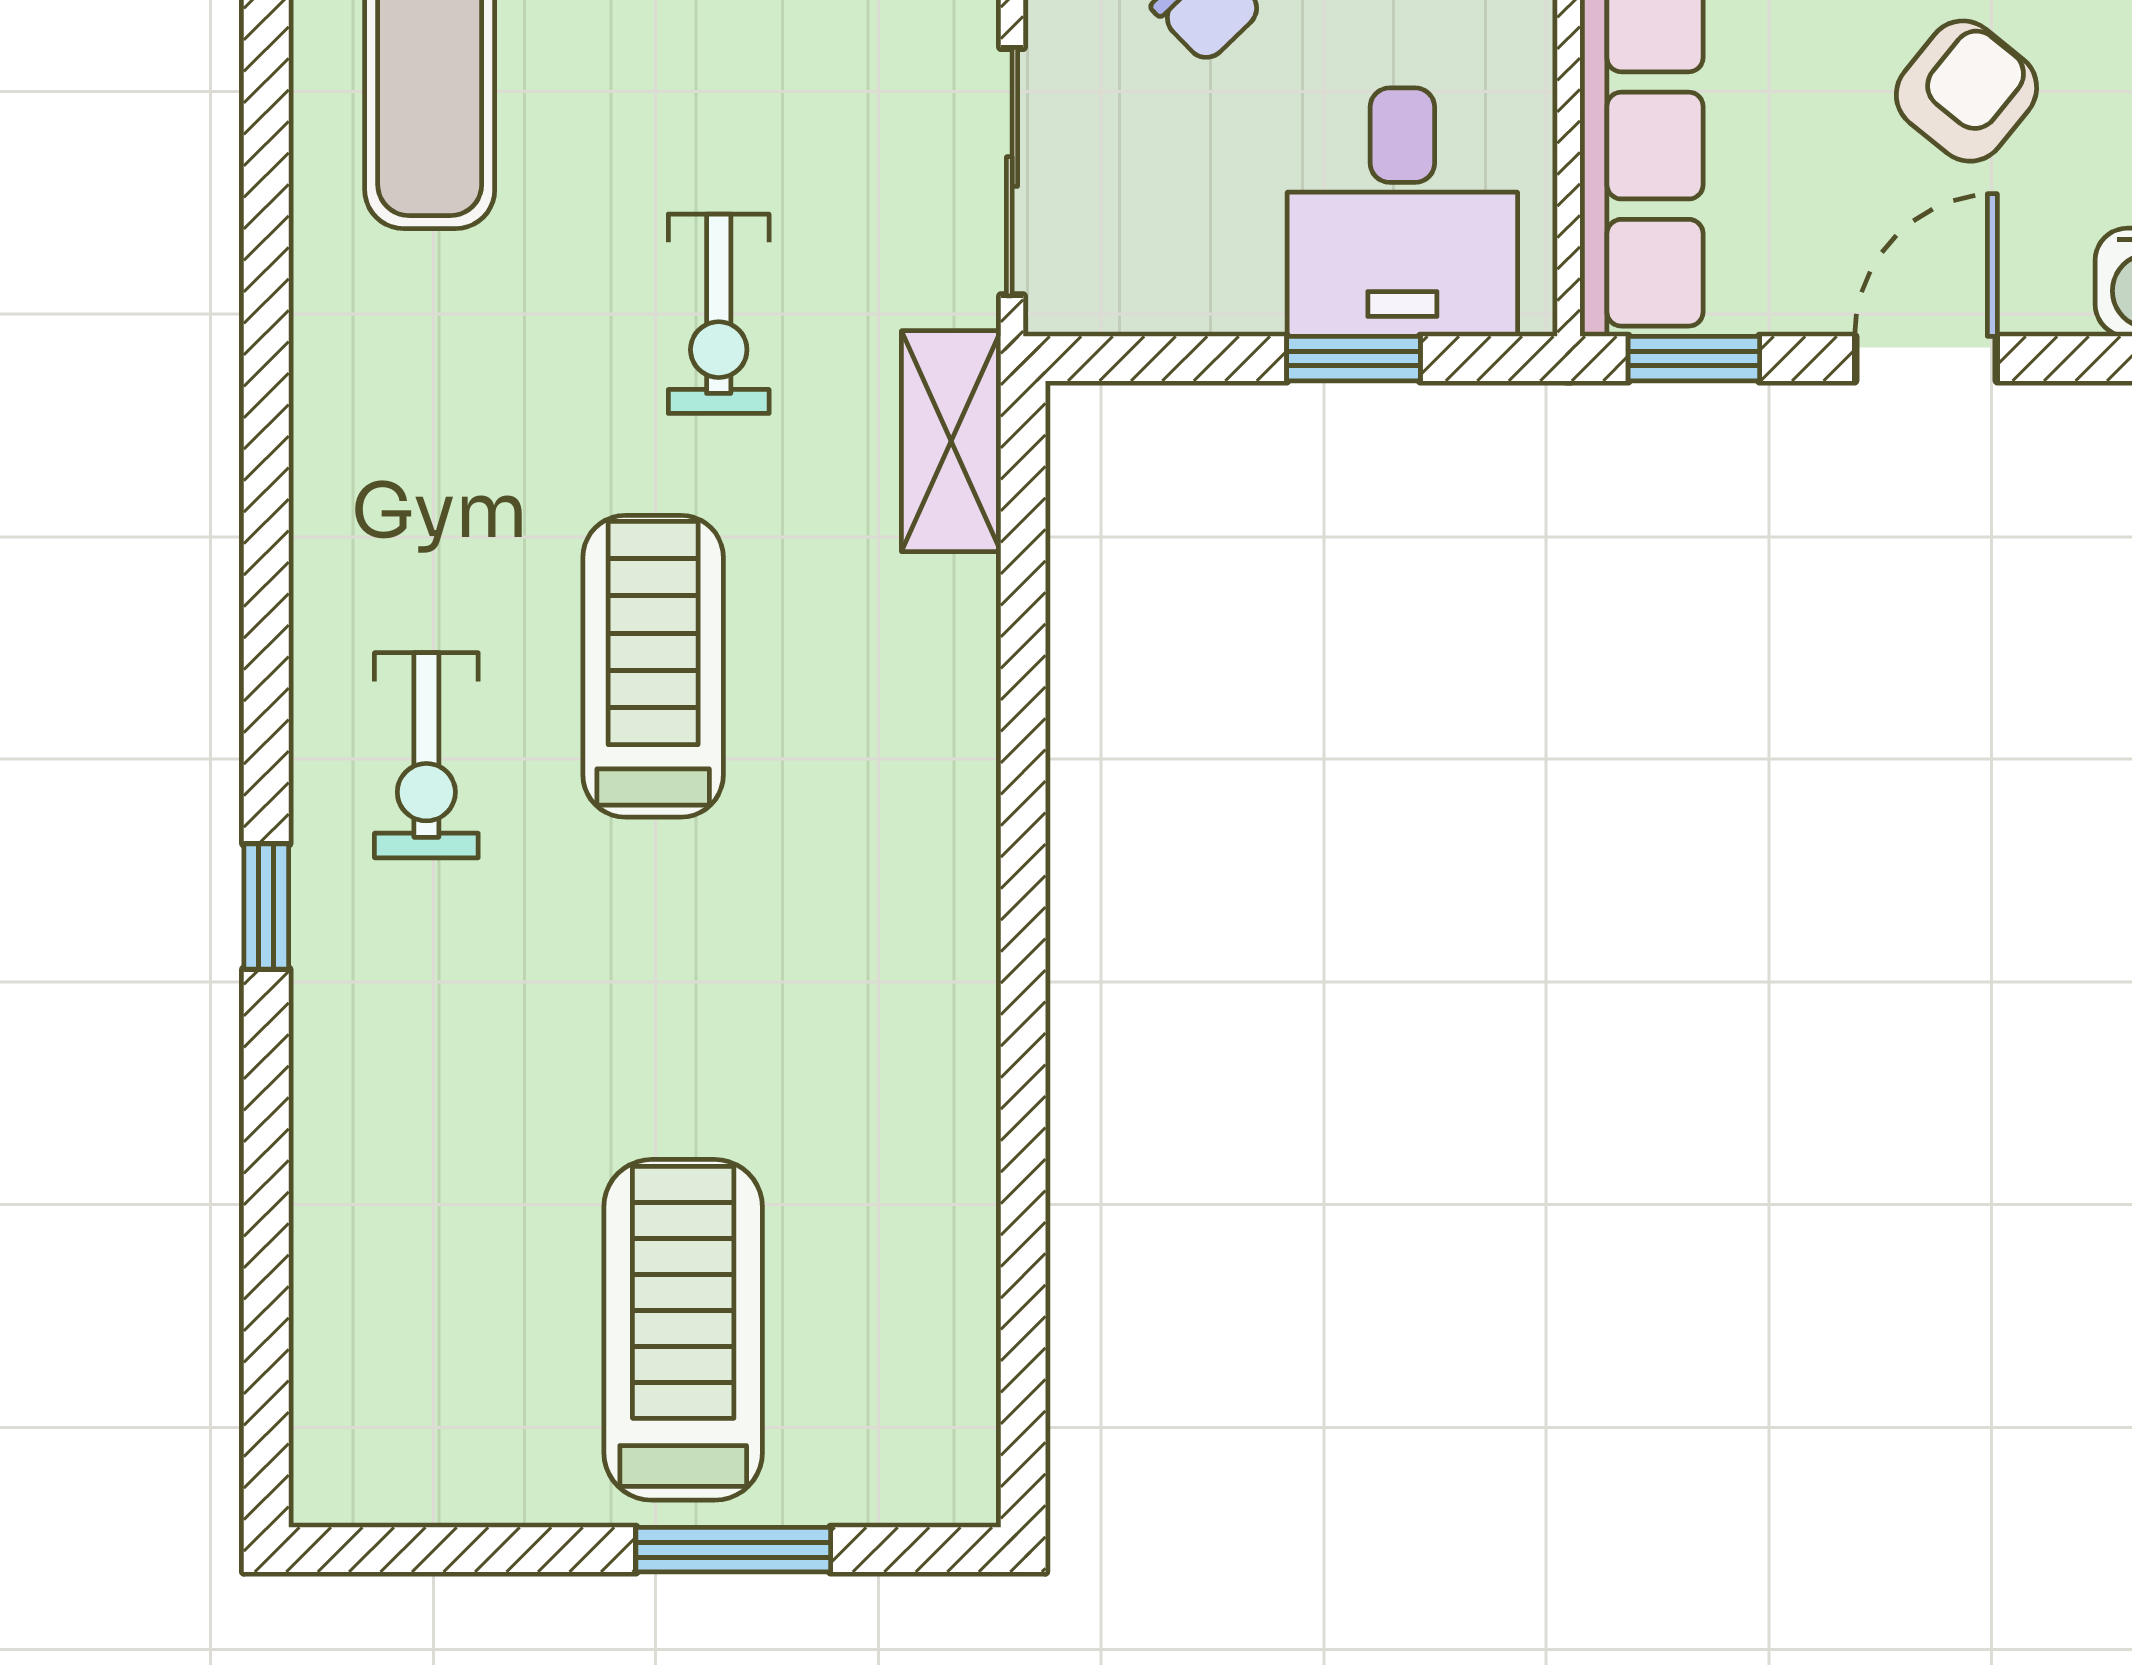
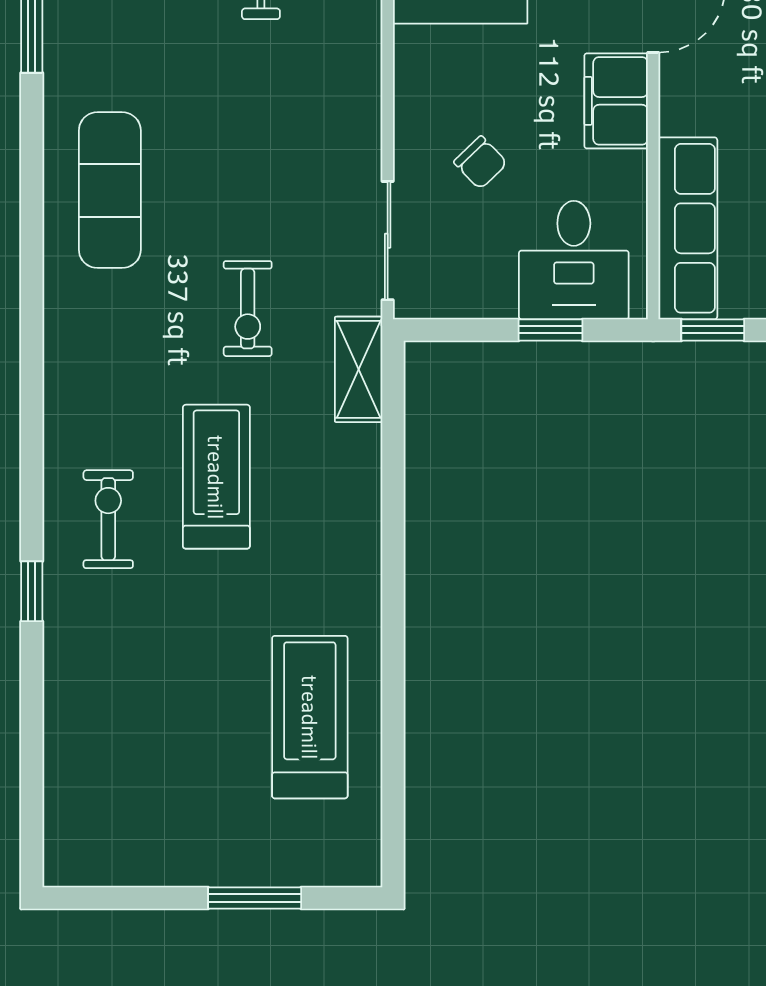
exercise bike: (426, 755) -> (108, 519), turned 180
treadmill: (683, 1330) -> (310, 717), moved

